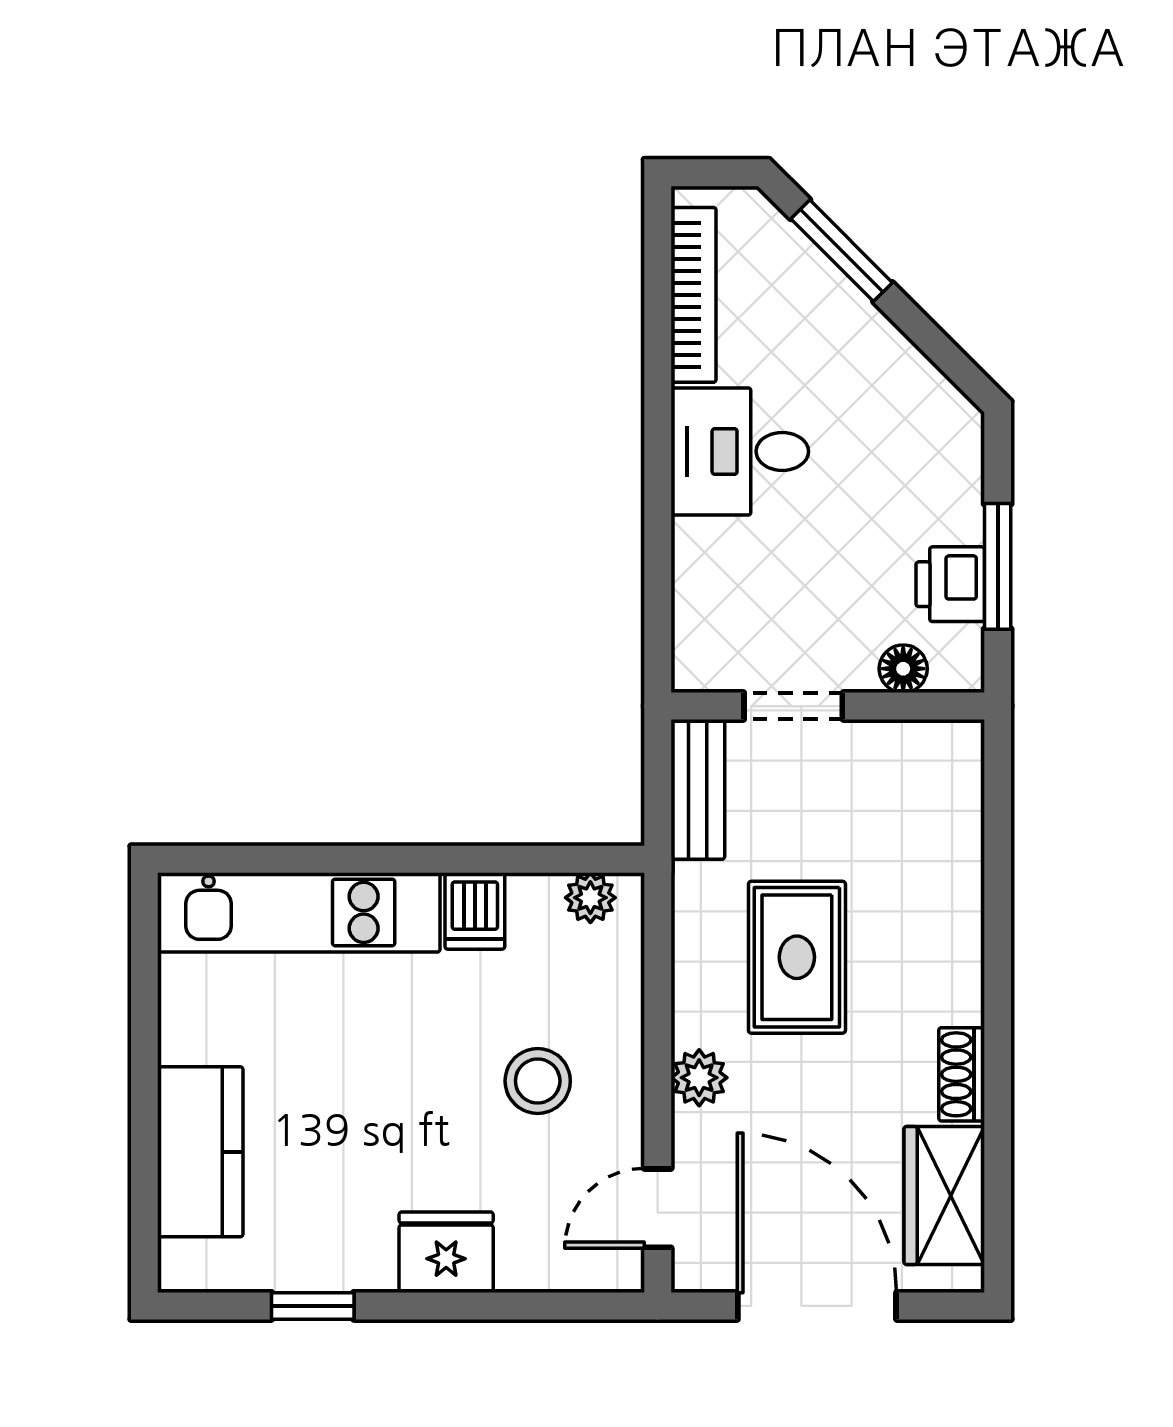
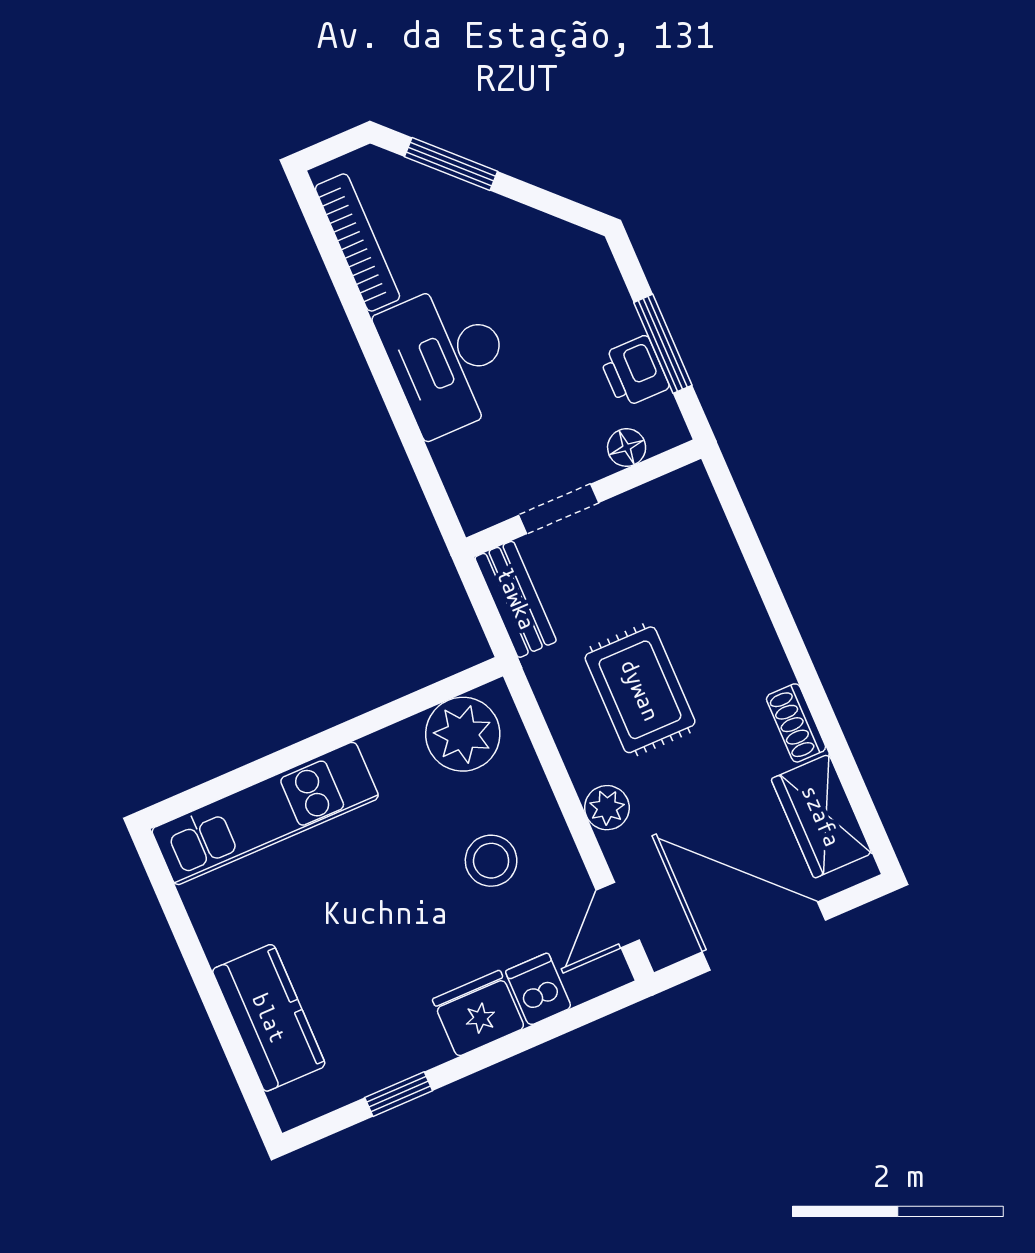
desk: (740, 451) -> (448, 359), width x1.37
plant: (590, 898) -> (463, 734), width x1.88, depth x1.88
dishwasher: (475, 911) -> (538, 989), moved, turned 180

